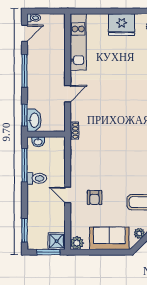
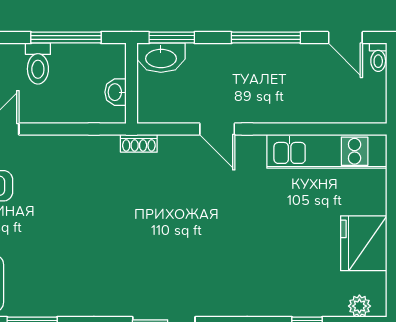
washbasin: (38, 142) -> (115, 92), moved

